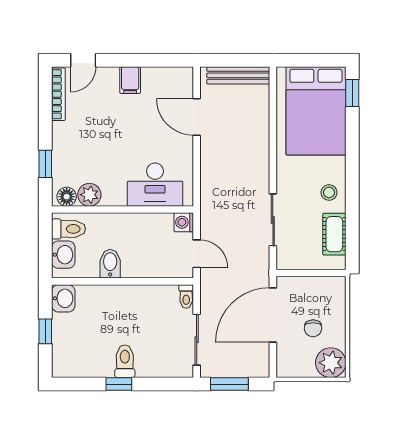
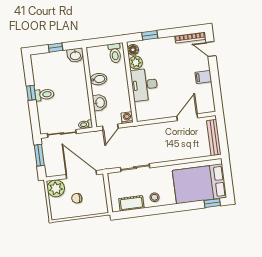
desk: (155, 185) -> (144, 85), moved
washbasin: (63, 255) -> (100, 103), moved, turned -90
plant: (331, 363) -> (56, 188), moved

